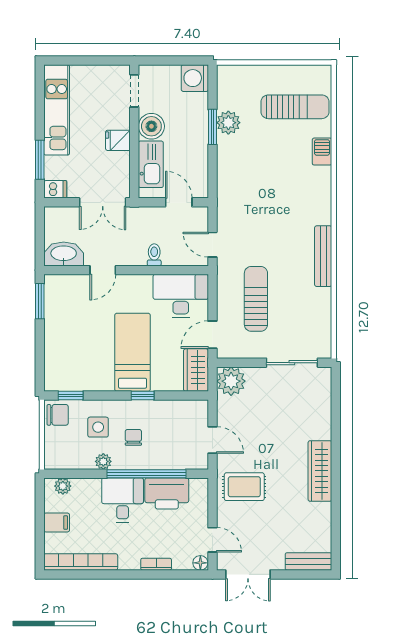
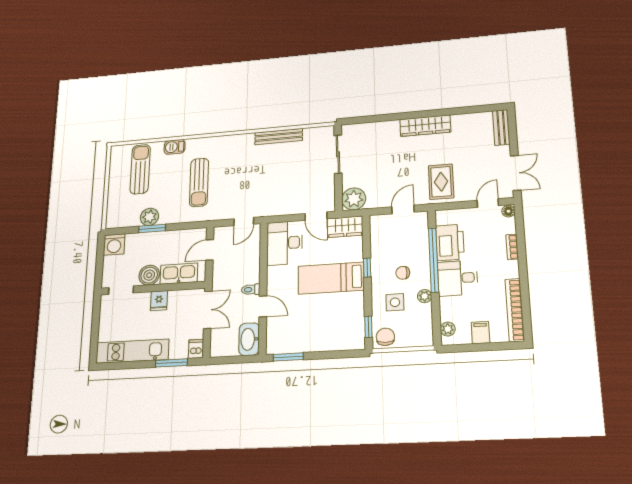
toilet: (154, 255) -> (251, 290), moved
bench: (323, 256) -> (279, 137), moved
sun lounger: (256, 299) -> (199, 182), moved, turned -90

